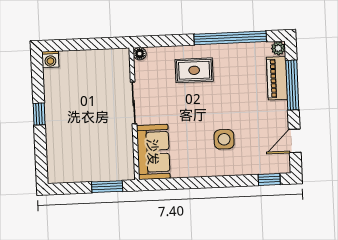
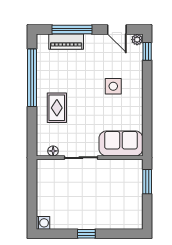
plant: (278, 48) -> (137, 40), moved
floor lamp: (140, 54) -> (53, 151), moved

